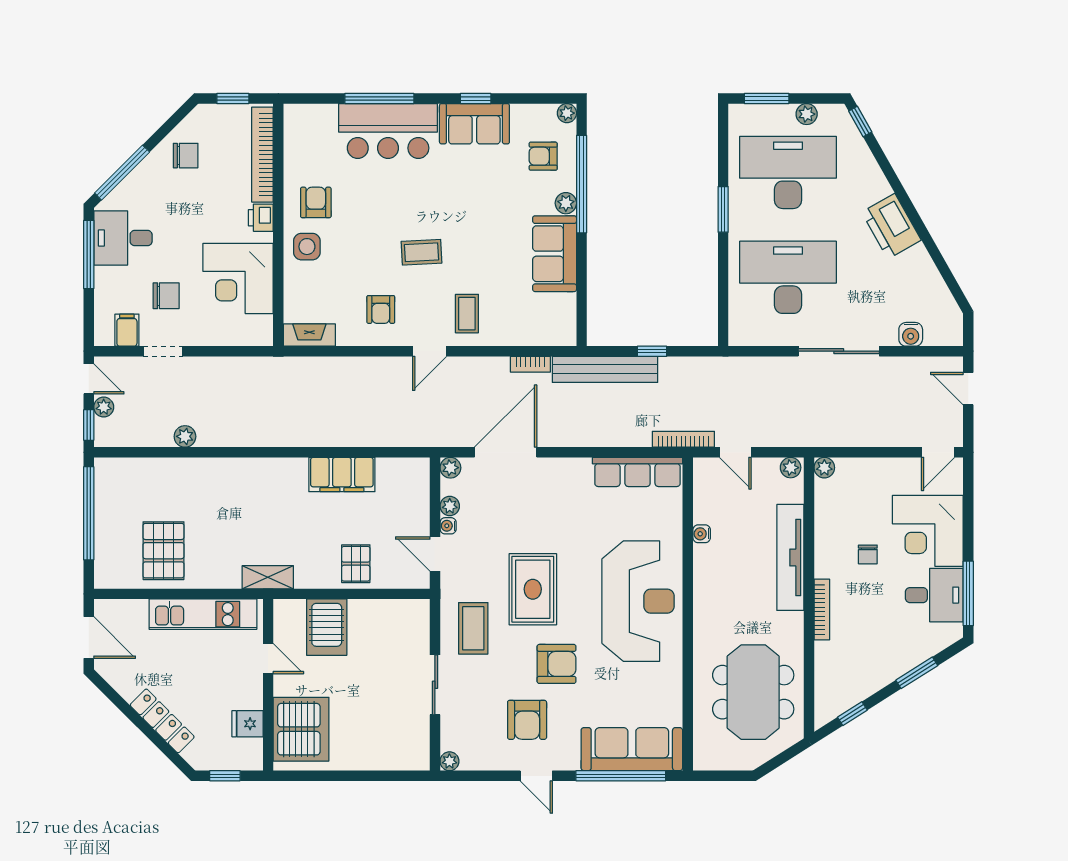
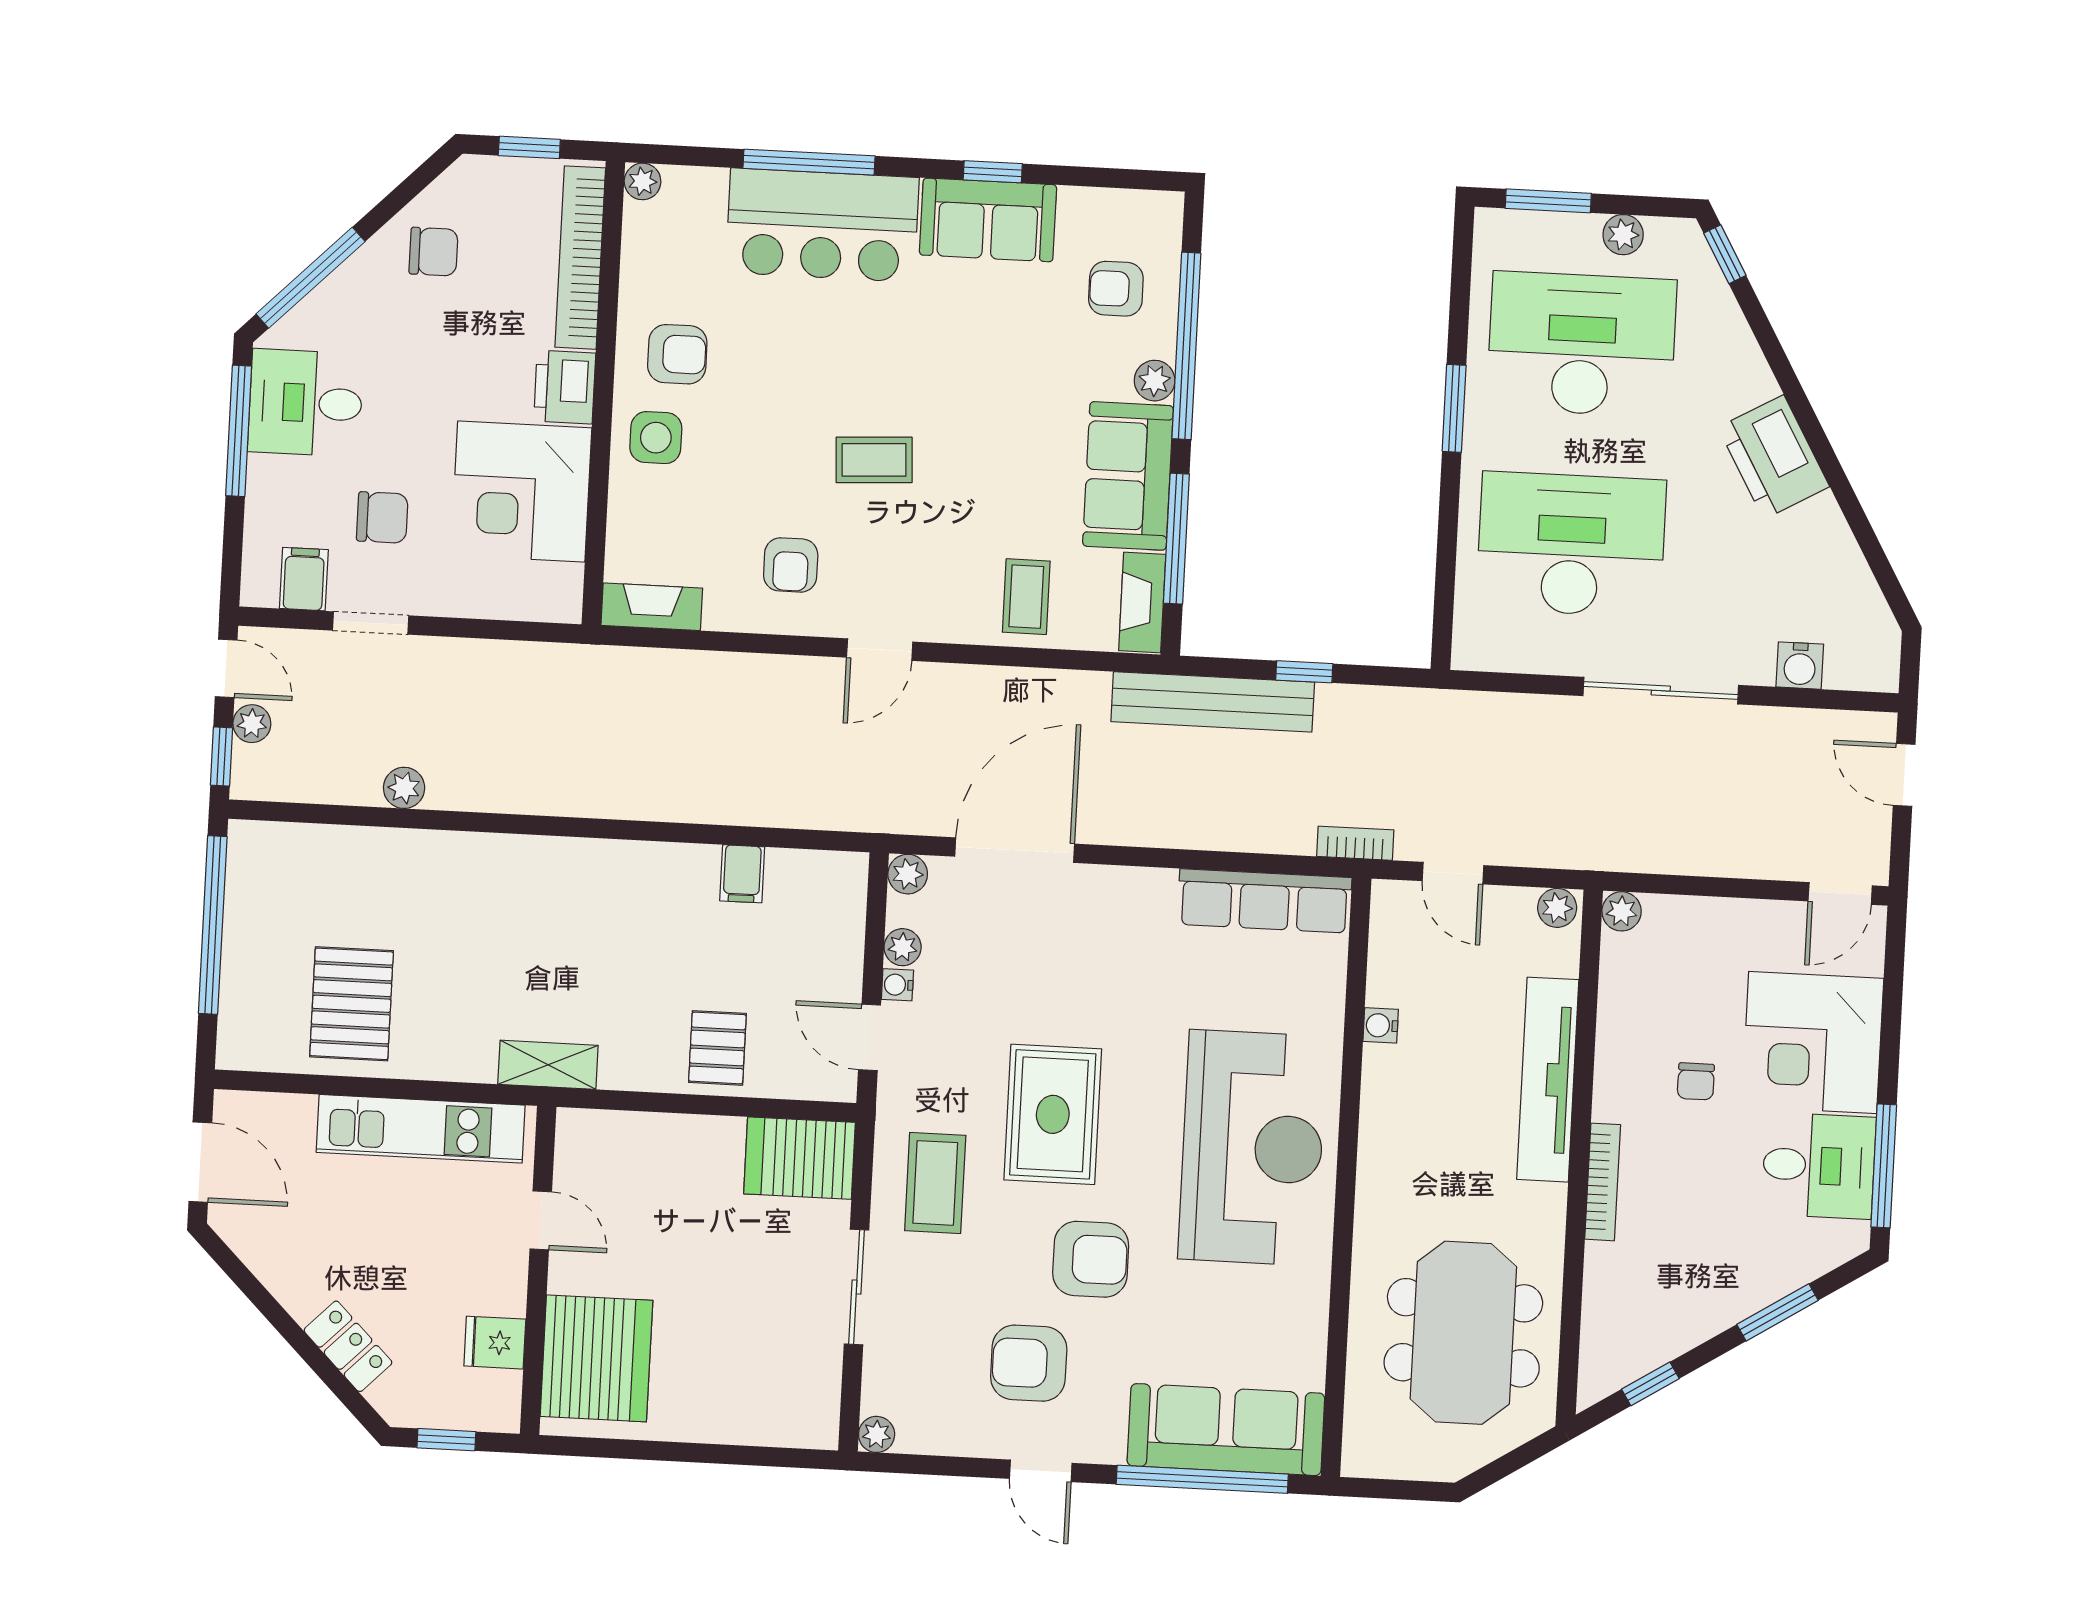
plant: (567, 113) -> (643, 181), moved
armchair: (316, 202) -> (677, 354), turned 90
printer: (261, 218) -> (565, 387), width x1.36, depth x1.24
window: (582, 285) -> (1176, 539), added
coffee table: (467, 314) -> (1026, 597), moved
fireplace: (565, 319) -> (1142, 602), added
bookcase: (530, 364) -> (1071, 685), removed
bookcase: (683, 439) -> (1355, 843), width x0.64
filing cabinet: (342, 475) -> (742, 874), width x0.33, depth x0.86
server rack: (327, 627) -> (800, 1158), moved, turned 90
armchair: (527, 720) -> (1029, 1363), turned 90
locker: (162, 721) -> (348, 1346), width x0.66

